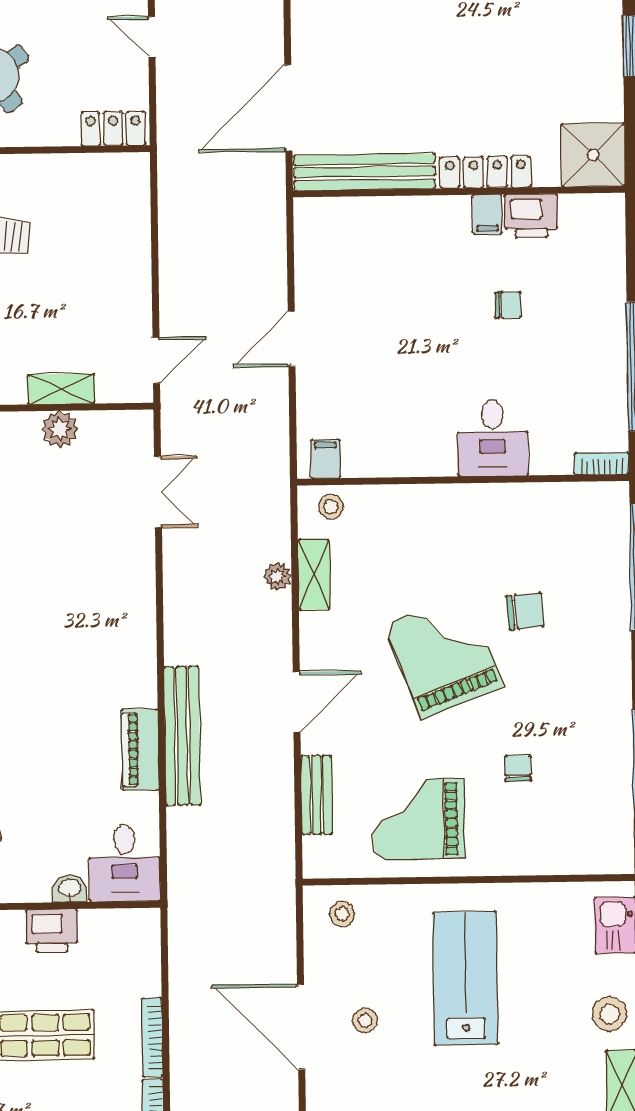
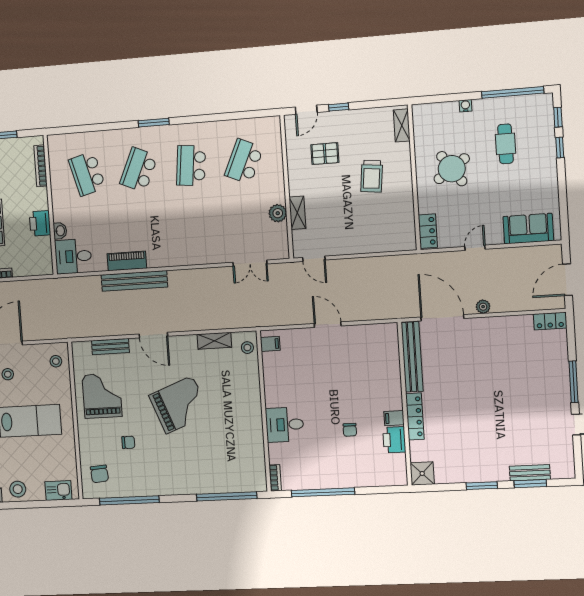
shower: (593, 155) -> (422, 473), width x0.73, depth x0.73
plant: (278, 576) -> (483, 307), moved
chair: (525, 611) -> (99, 474), moved

